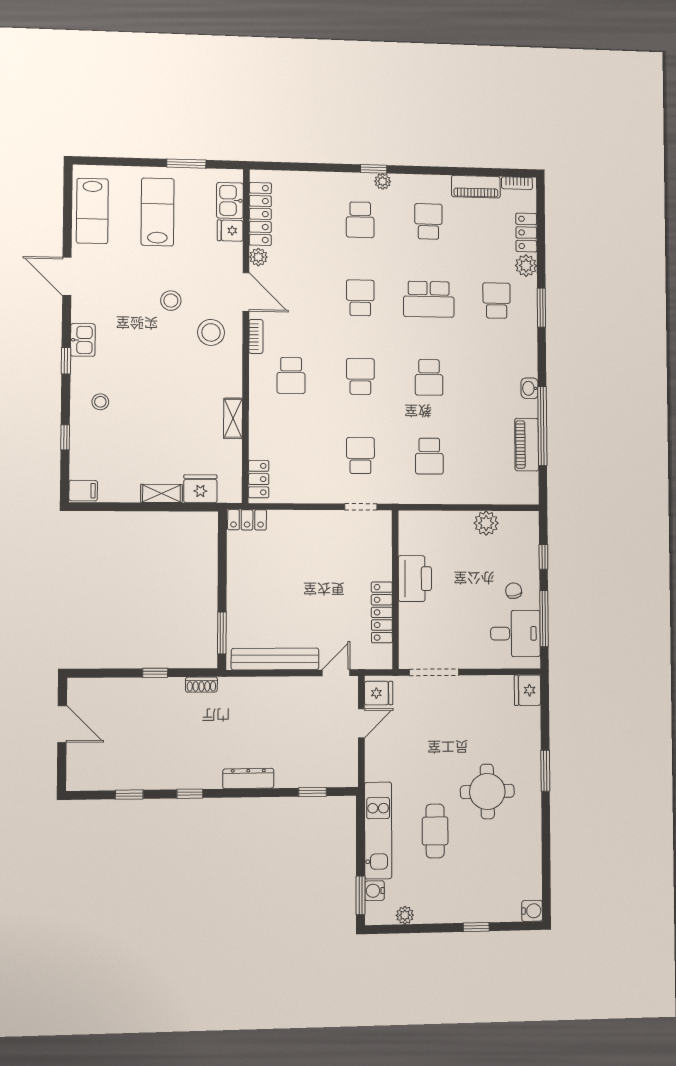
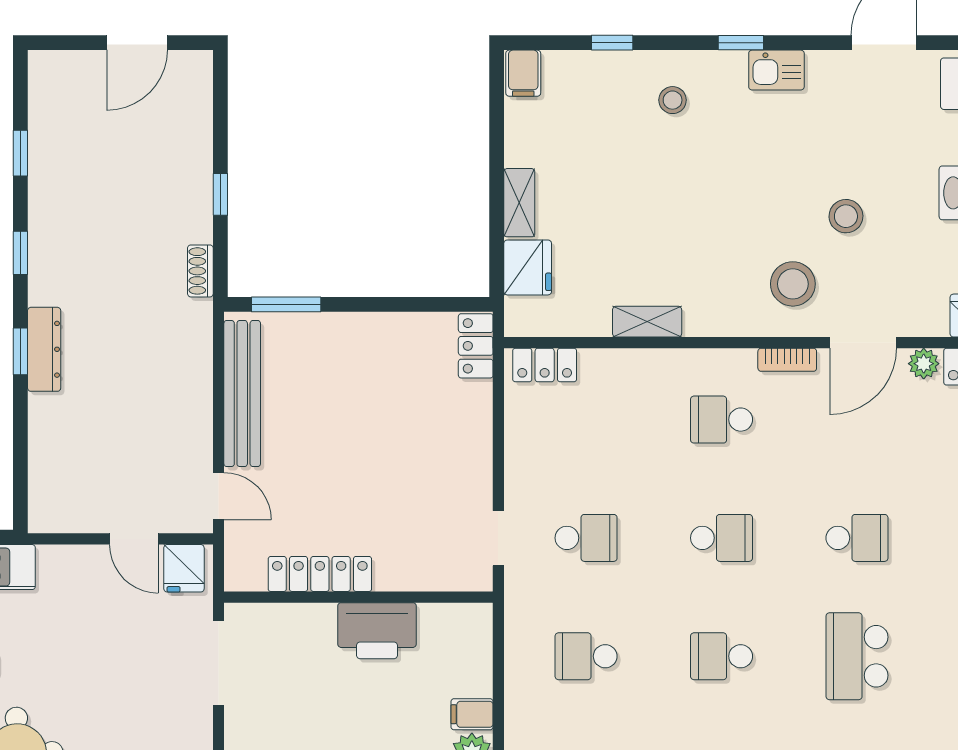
filing cabinet: (463, 523) -> (472, 714), added
window: (312, 792) -> (20, 351), moved

